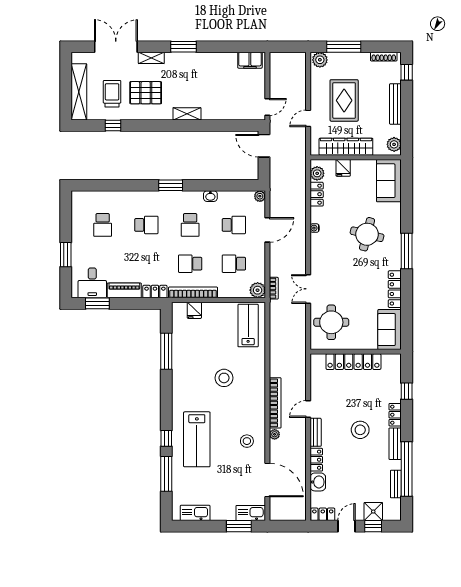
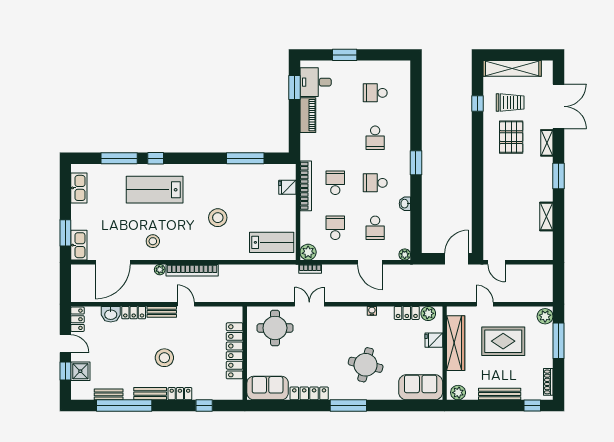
filing cabinet: (250, 60) -> (545, 244), removed
shelving: (187, 114) -> (546, 216), moved
locker: (155, 292) -> (307, 147), removed

